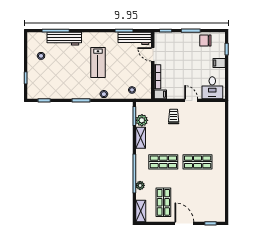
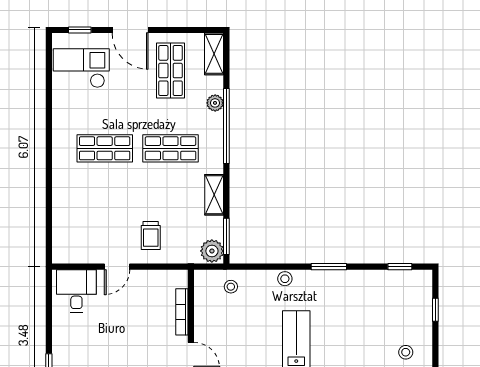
filing cabinet: (219, 63) -> (63, 338), removed
filing cabinet: (160, 94) -> (176, 278), removed
door: (191, 100) -> (117, 267), hinge flipped
plant: (142, 120) -> (212, 251), moved
checkout: (210, 204) -> (81, 68), added

